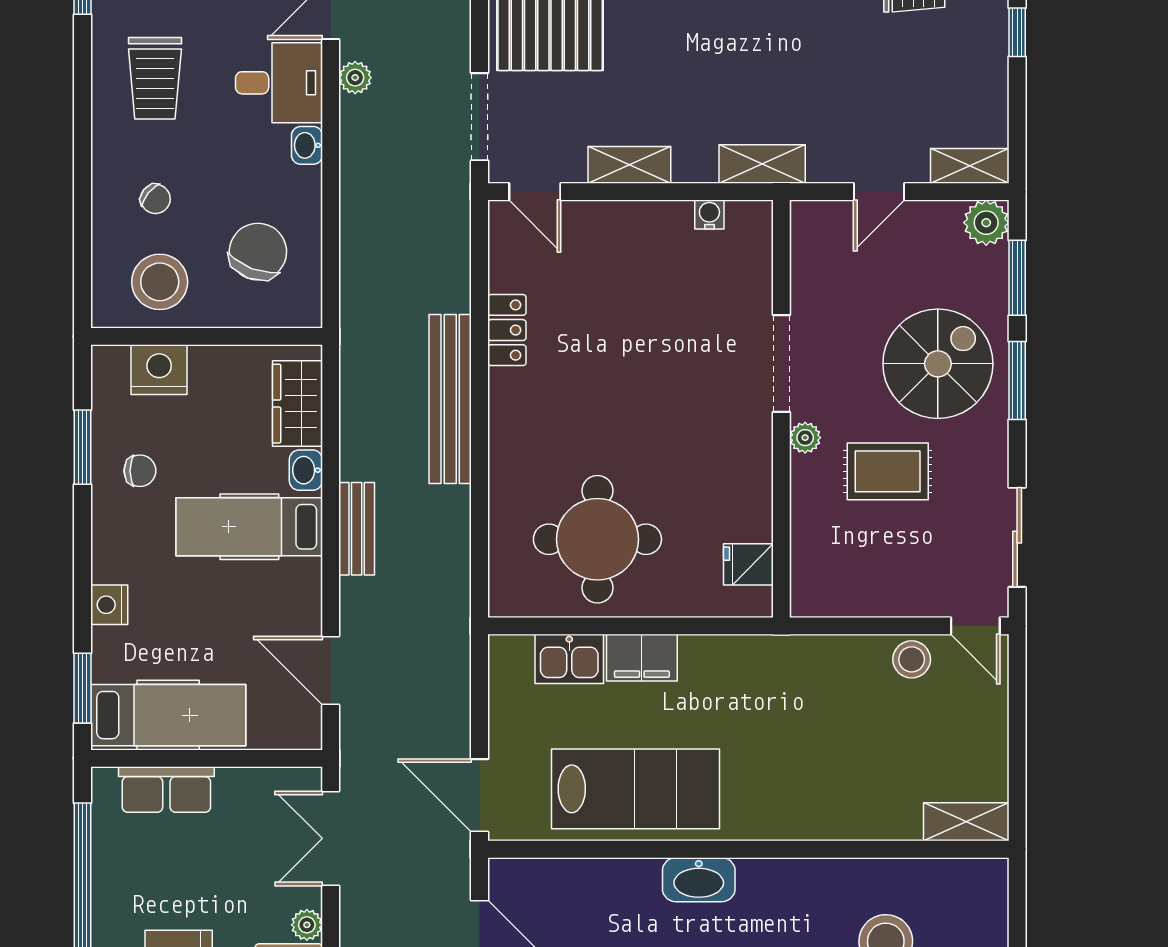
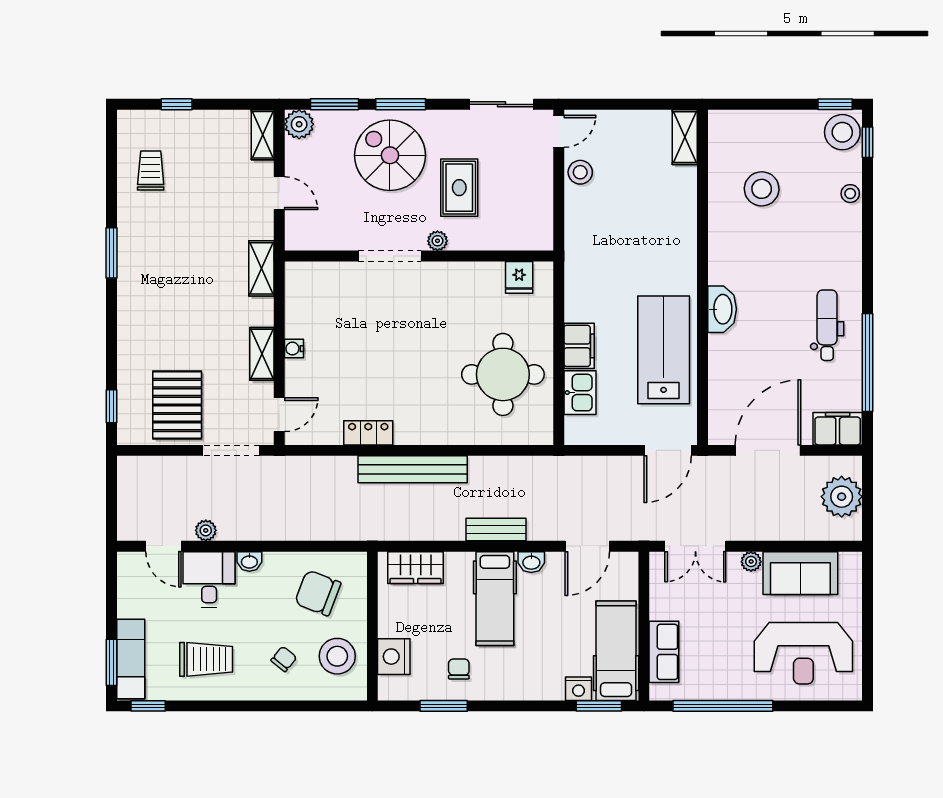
water cooler: (709, 215) -> (294, 349), moved
washbasin: (306, 470) -> (531, 562), moved
nightstand: (109, 605) -> (579, 689), moved

